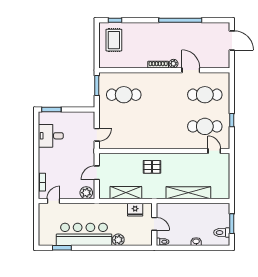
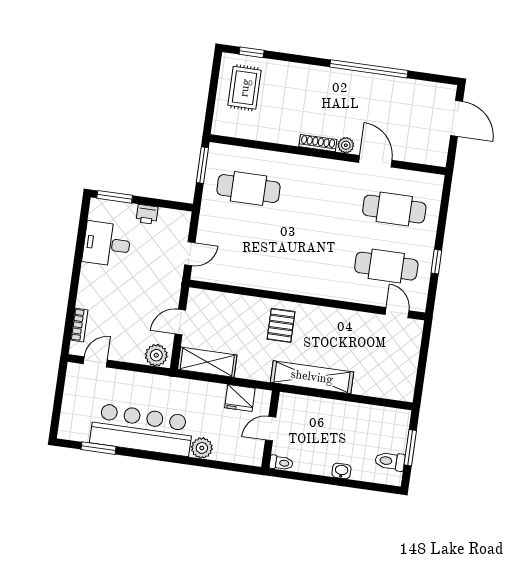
printer: (70, 117) -> (147, 214), added
pallet: (152, 167) -> (281, 325), turned 90
shelving: (126, 193) -> (207, 362), moved
shelving: (188, 193) -> (312, 377), moved
door: (154, 224) -> (271, 429), swing flipped

